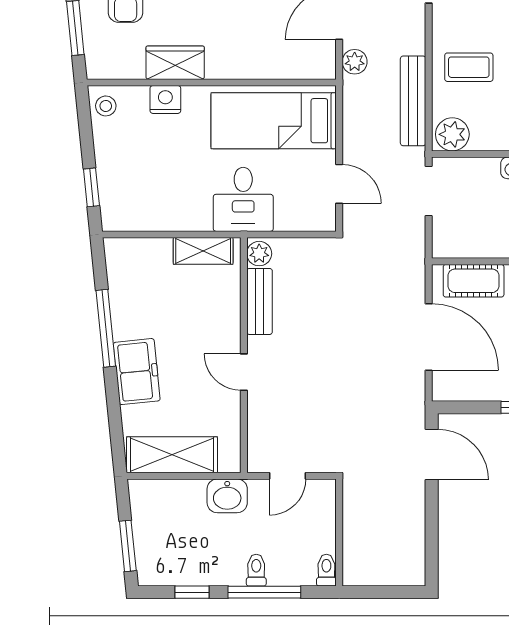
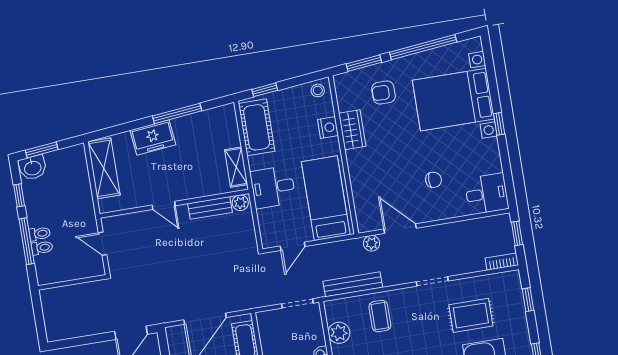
plant: (452, 134) -> (339, 333), moved
cot: (147, 209) -> (257, 127), added
door: (244, 372) -> (164, 205), swing flipped
washbasin: (227, 496) -> (33, 168), moved, turned -96
toilet: (326, 570) -> (42, 248), moved

